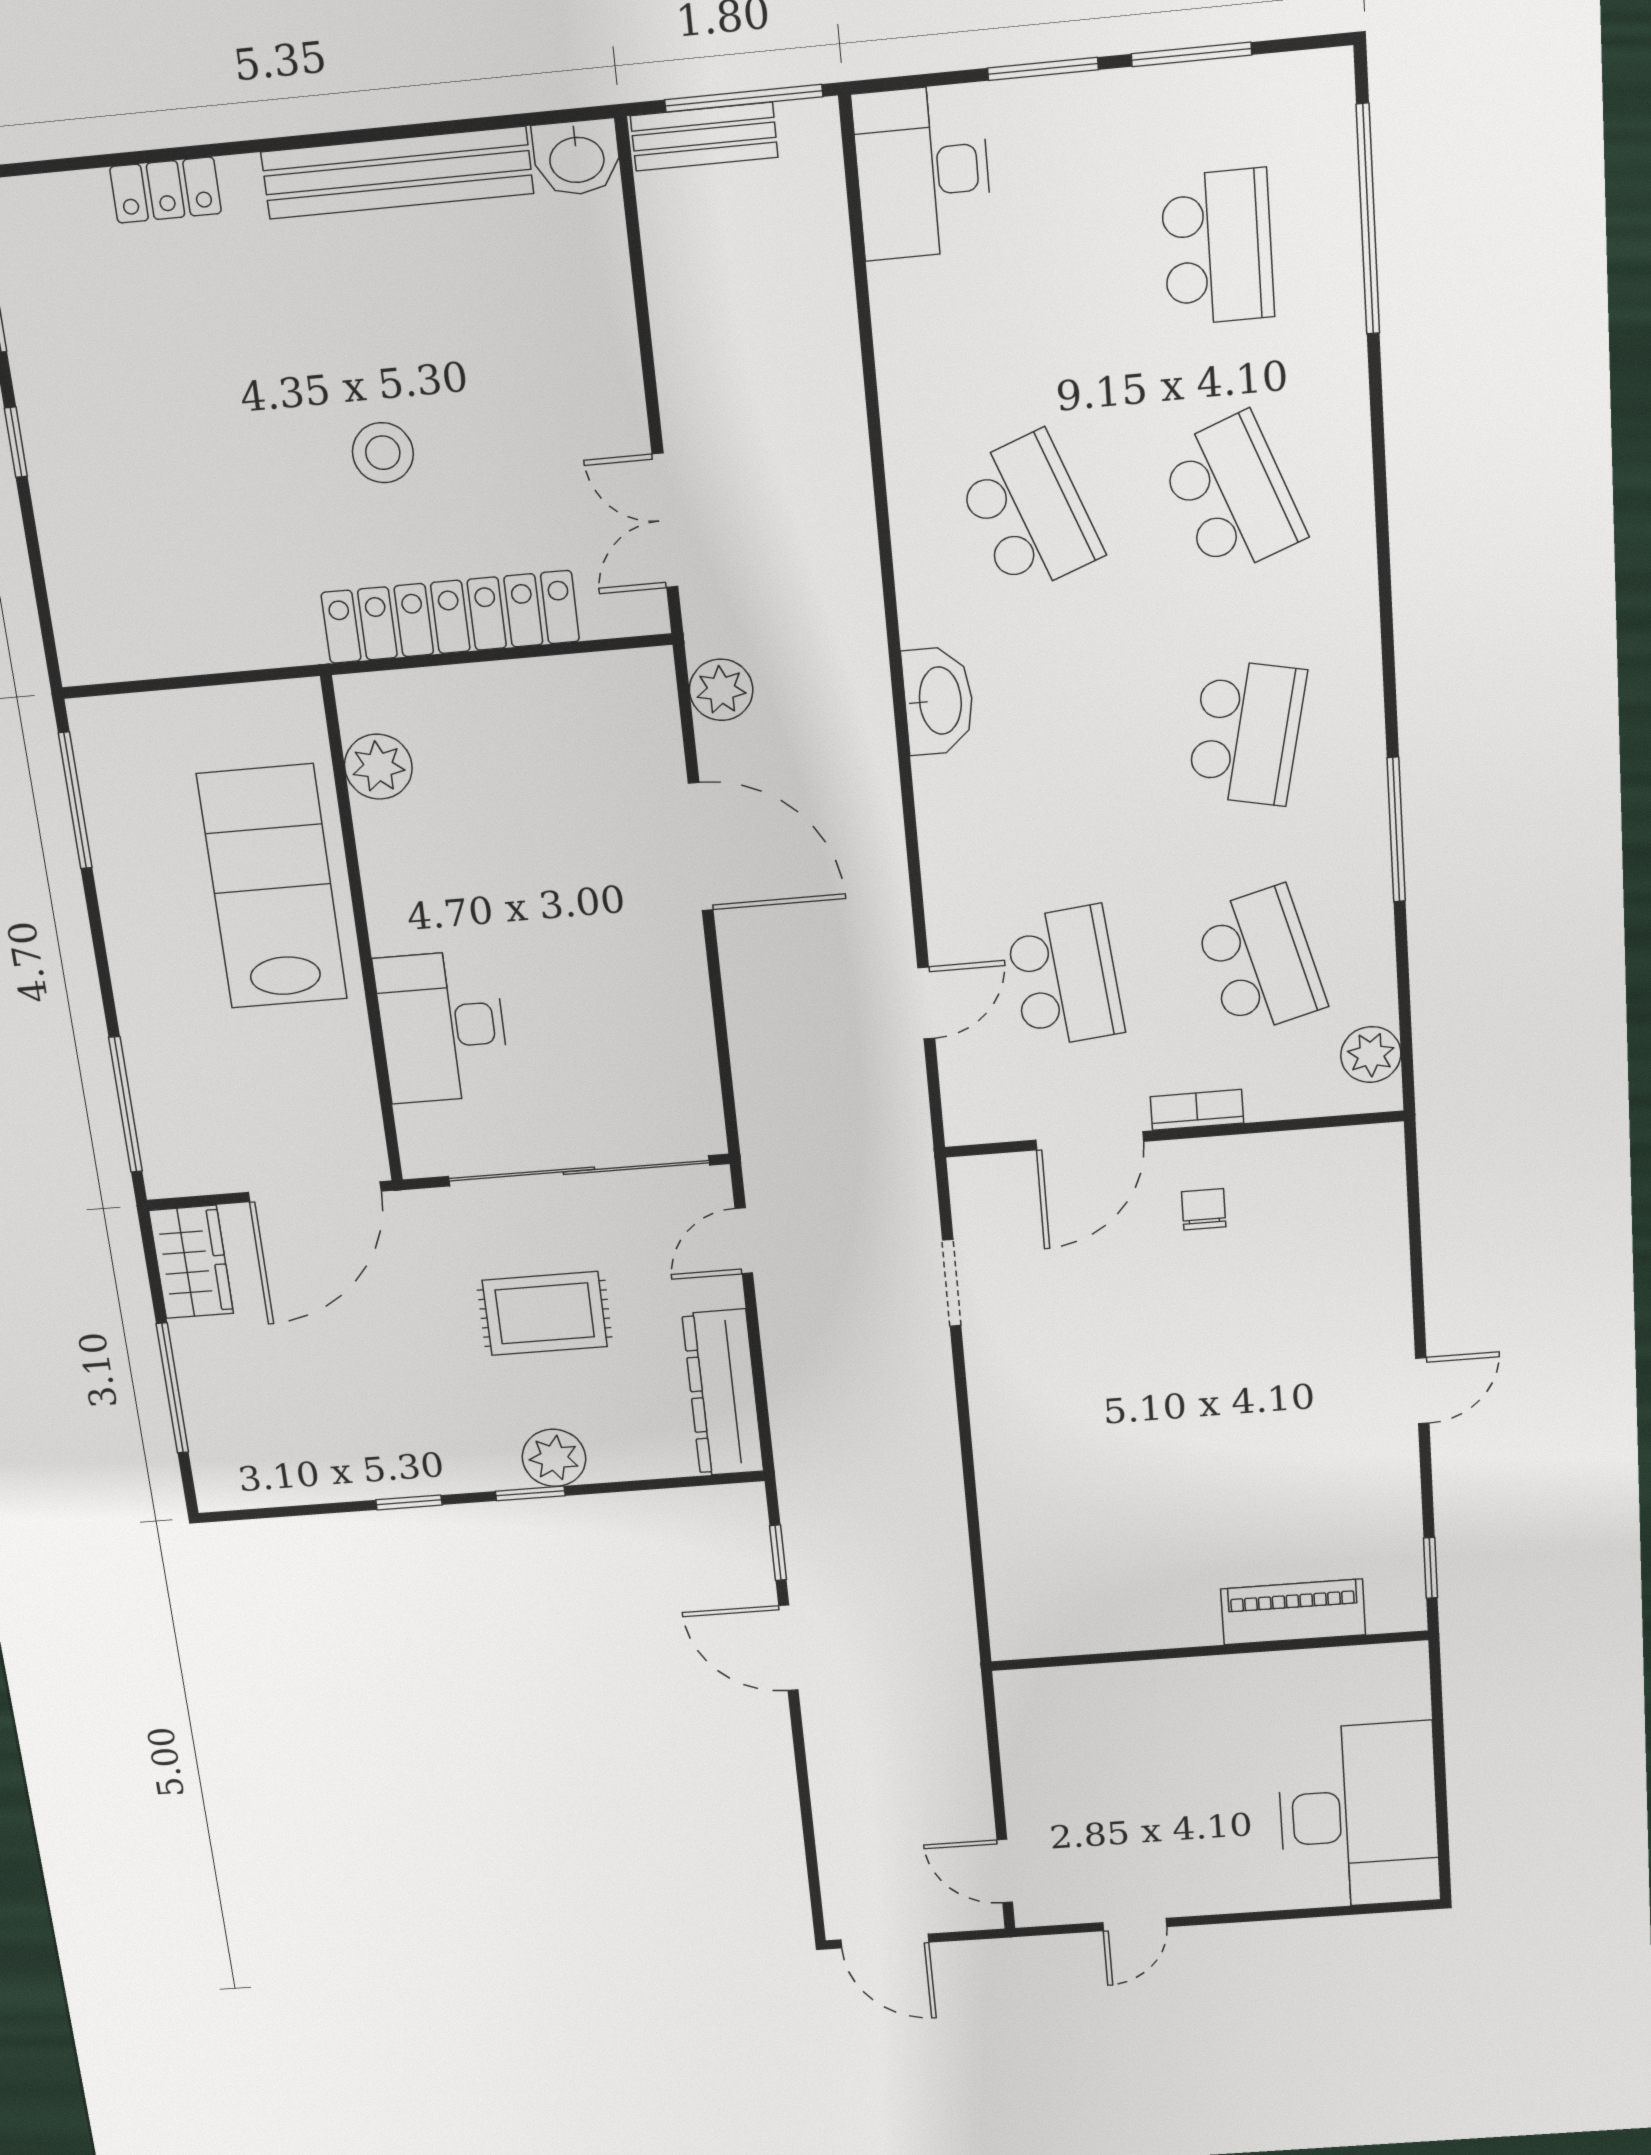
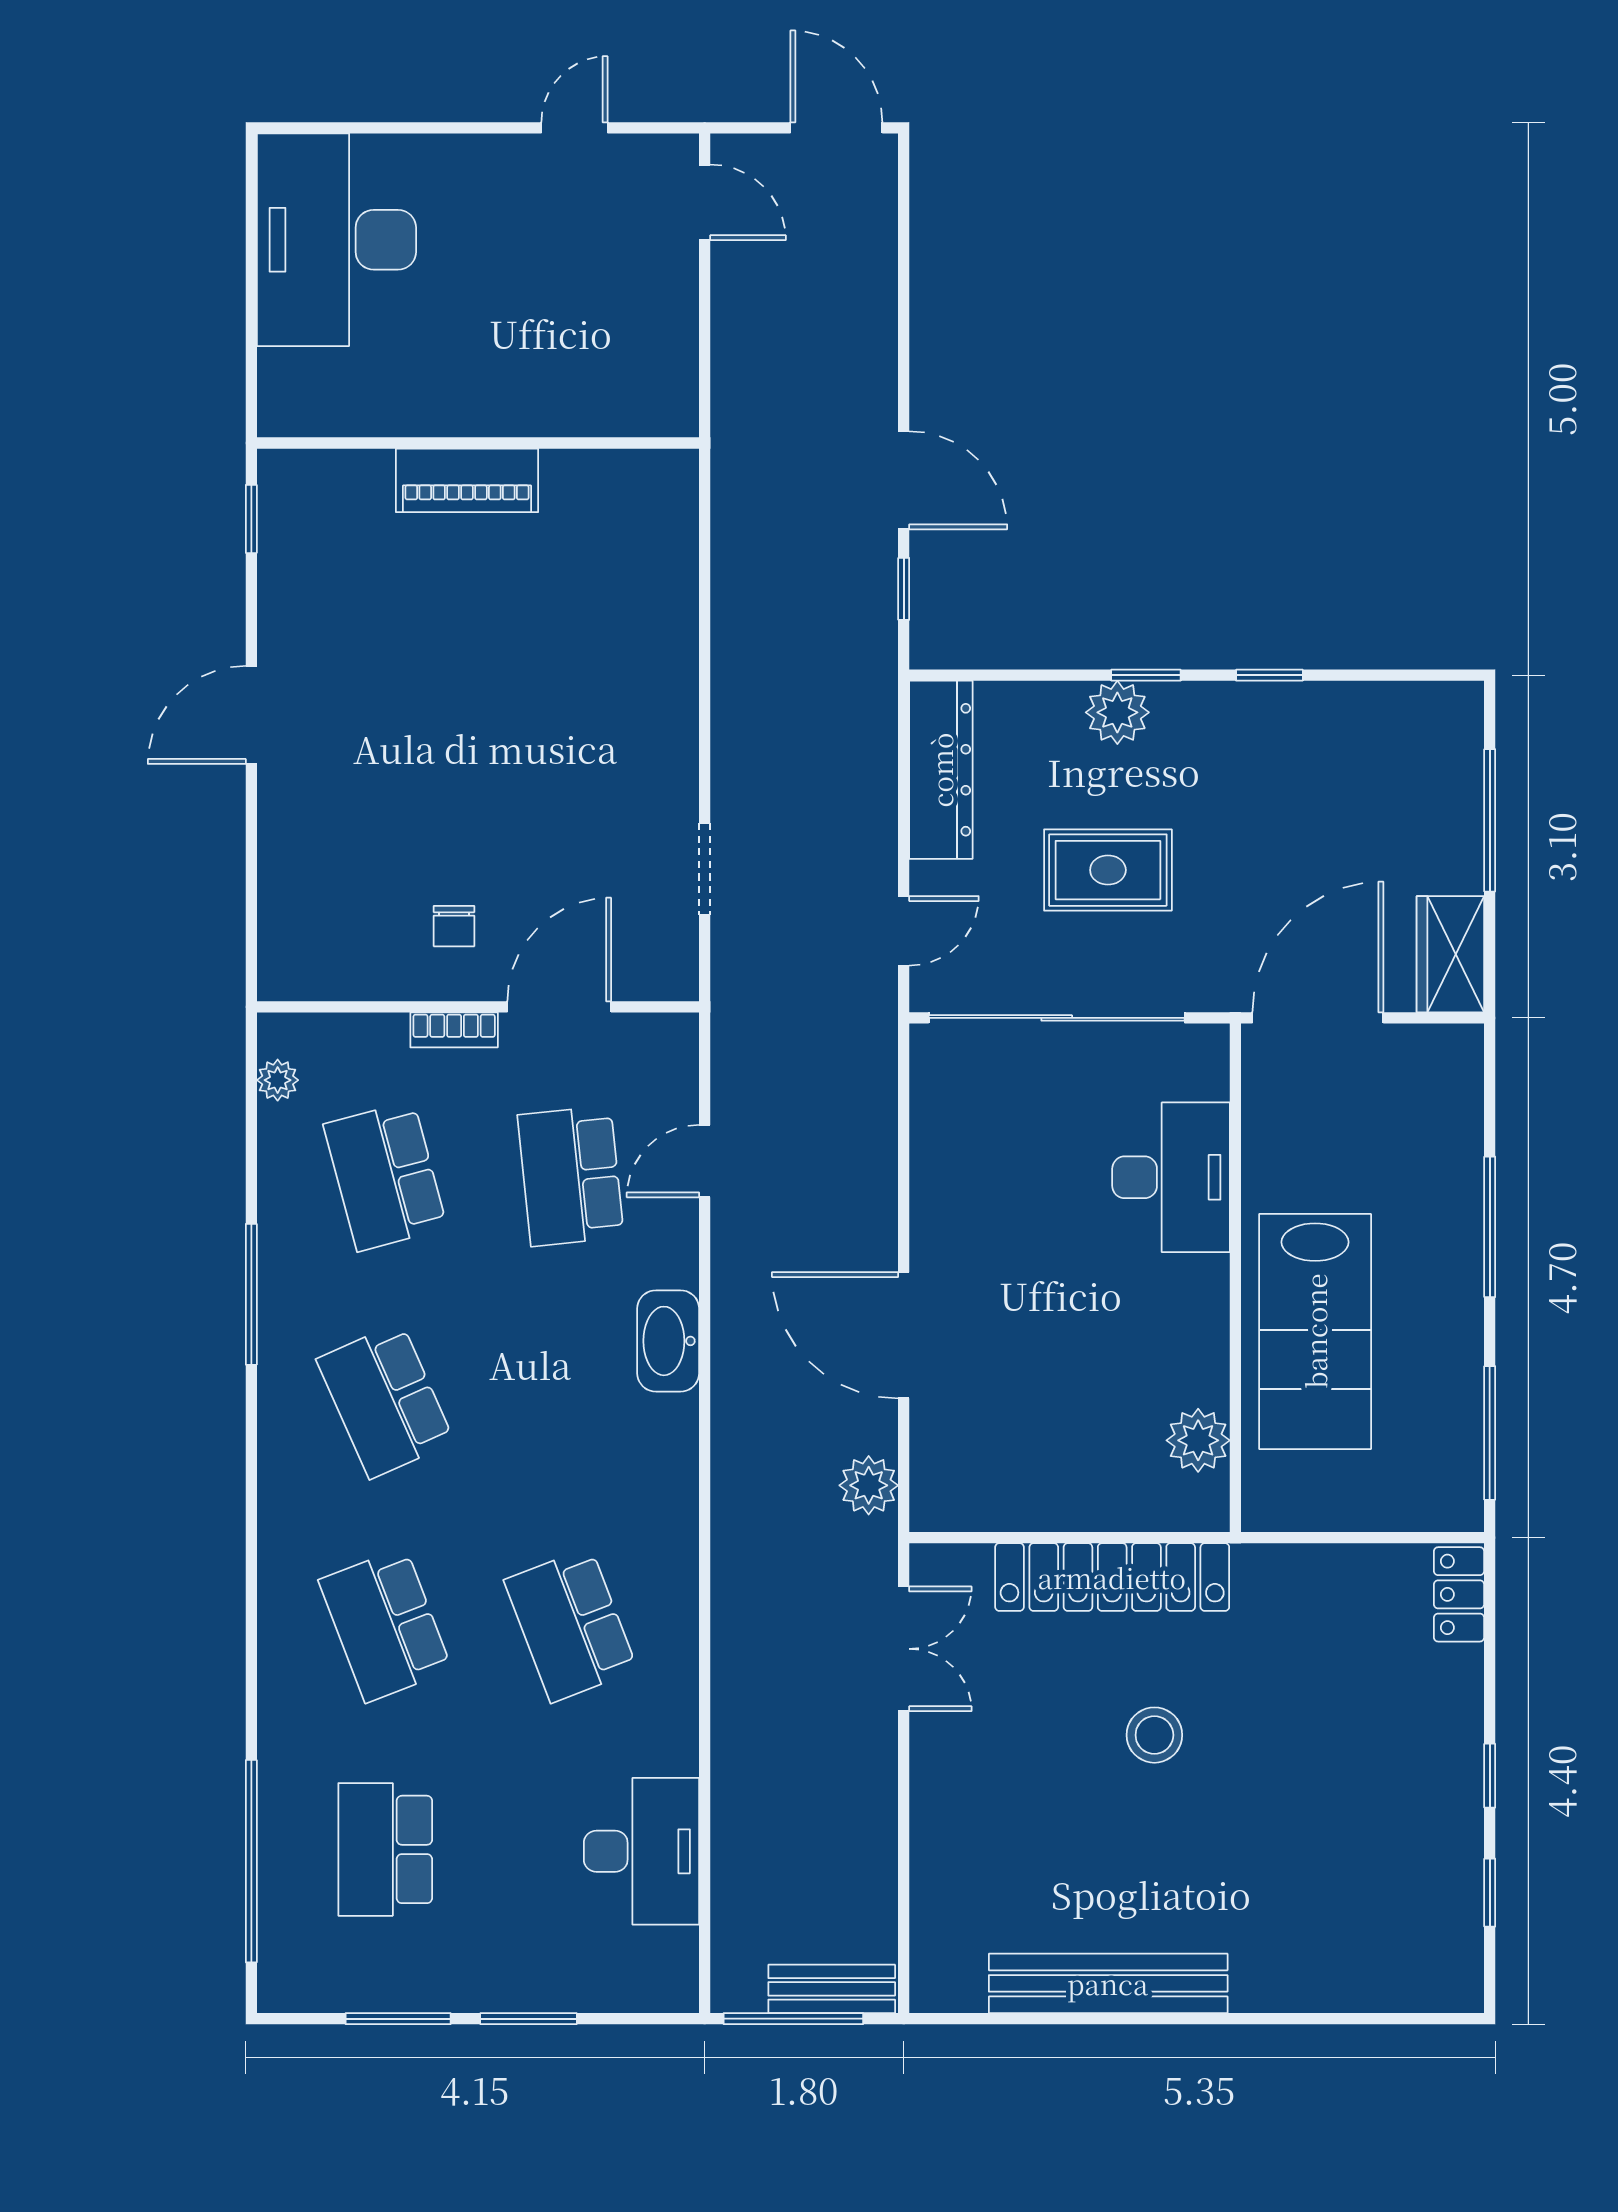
washbasin: (577, 158) -> (947, 1981), removed
desk: (923, 172) -> (641, 1851), moved
locker: (166, 190) -> (1459, 1594), moved, turned -90
washbasin: (938, 701) -> (668, 1341), moved
school desk: (1247, 733) -> (385, 1401), turned -36
plant: (1371, 1054) -> (278, 1080), width x0.73, depth x0.73
window: (125, 1105) -> (1490, 1227), moved
door: (1422, 1391) -> (251, 715), width x1.38
piano: (1293, 1612) -> (467, 480), moved

